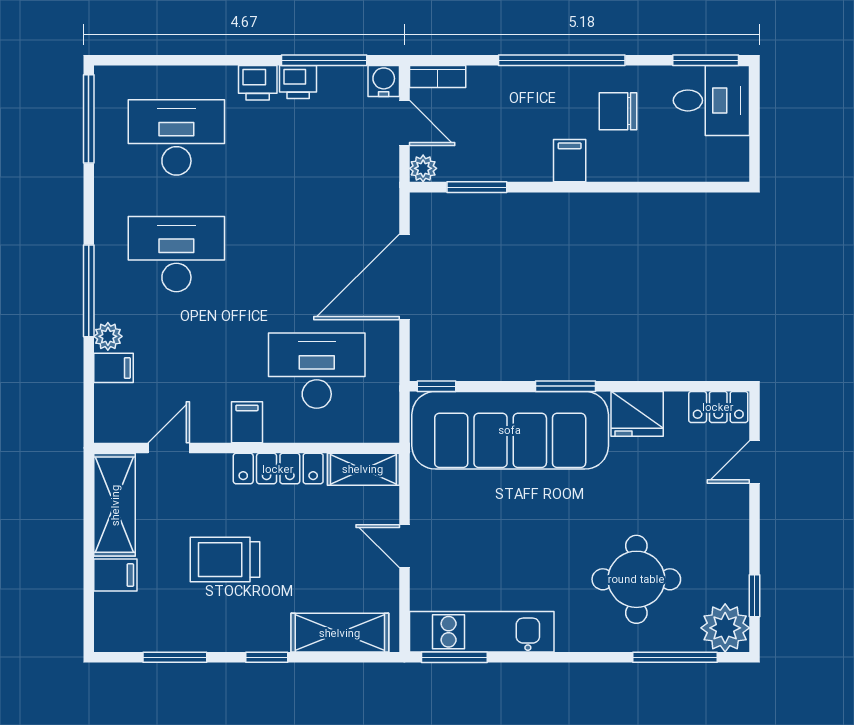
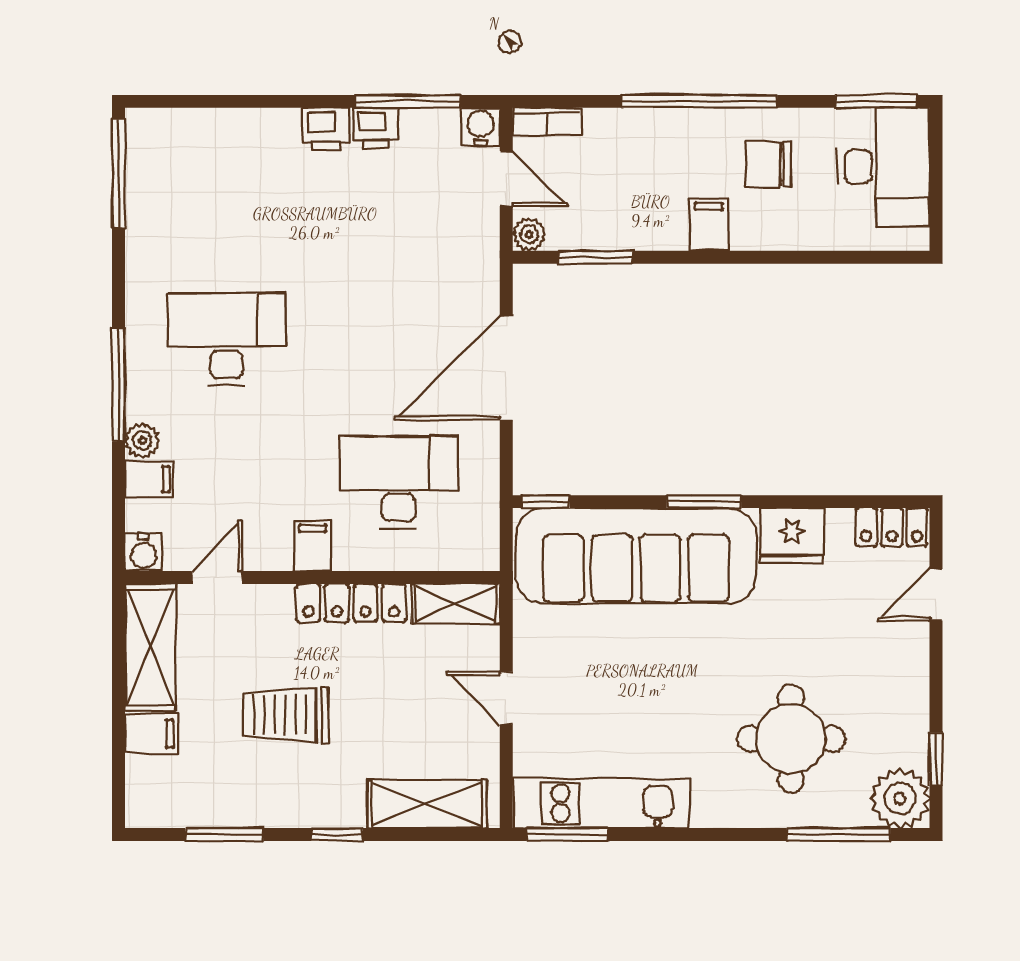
desk: (711, 100) -> (883, 167), width x1.37
desk: (176, 137) -> (226, 196), removed
water cooler: (109, 428) -> (144, 552), added

